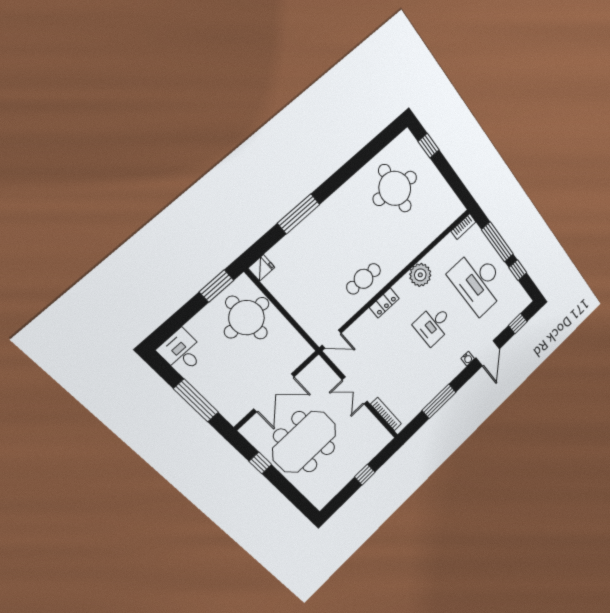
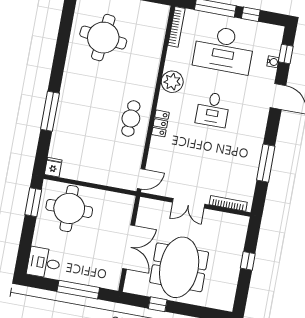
bookcase: (463, 226) -> (176, 27), width x1.56
water cooler: (468, 359) -> (273, 62), moved

